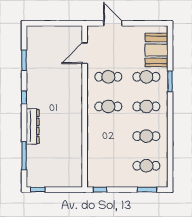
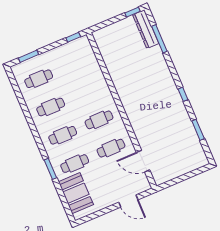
door: (85, 53) -> (143, 161), swing flipped
dresser: (33, 126) -> (146, 29), moved

